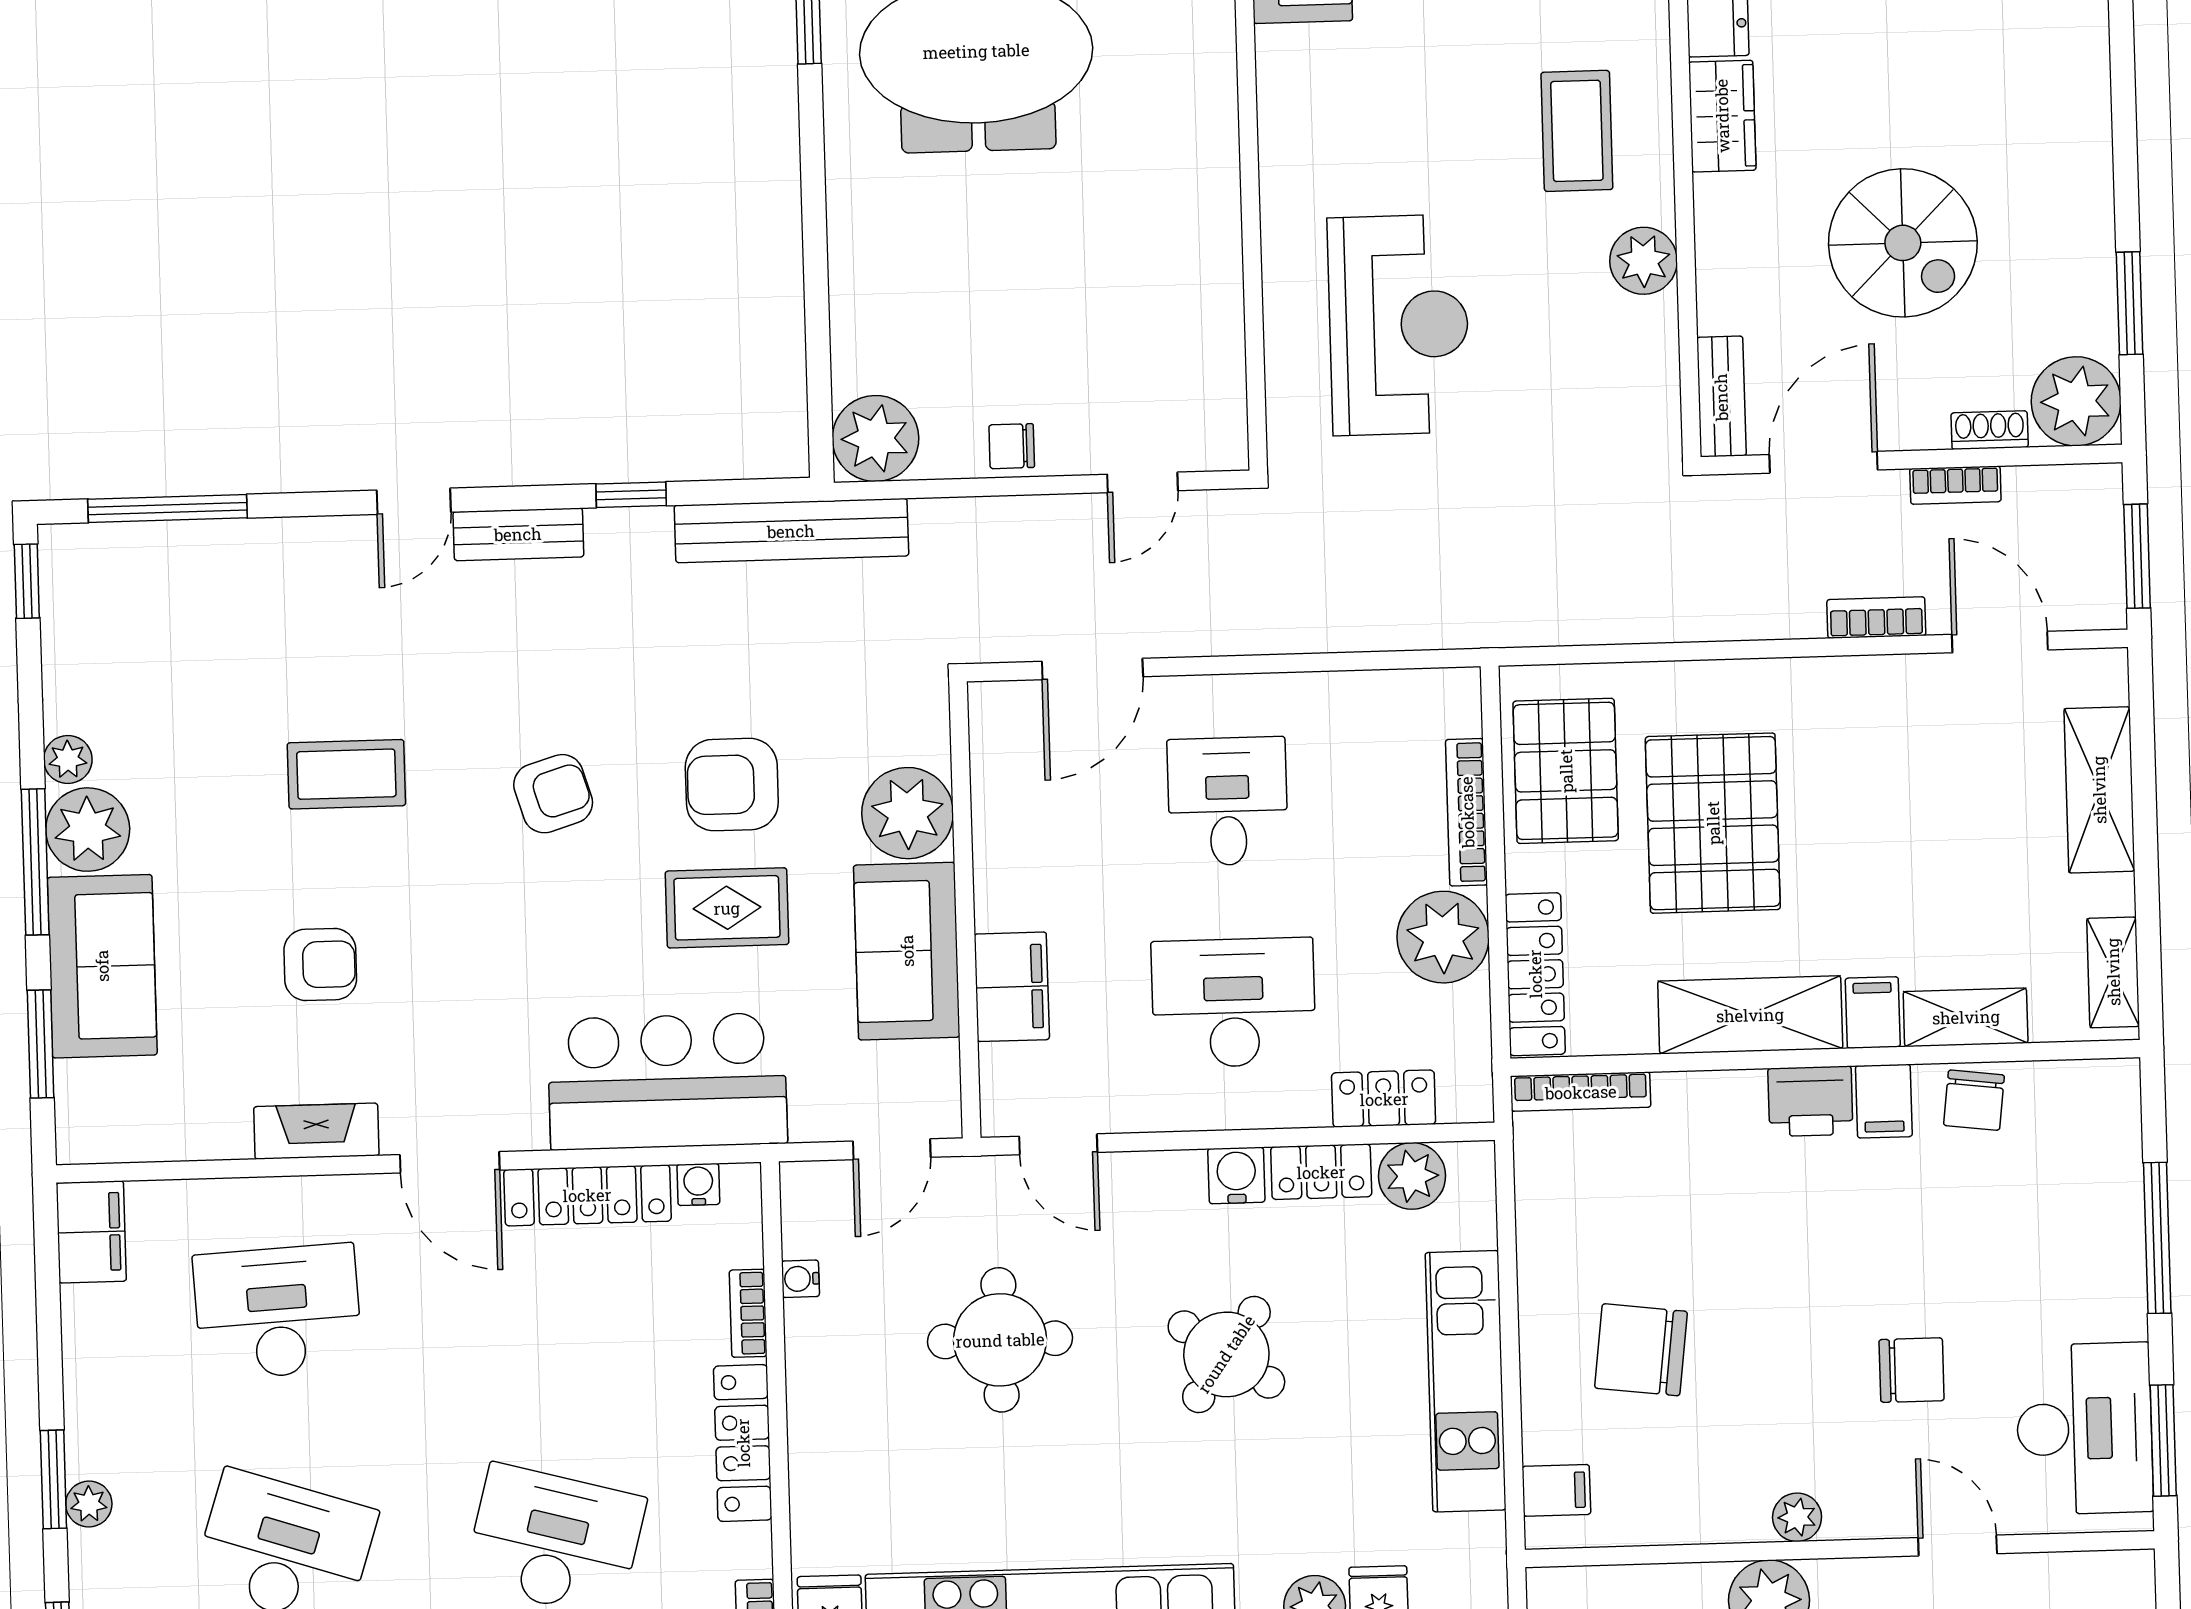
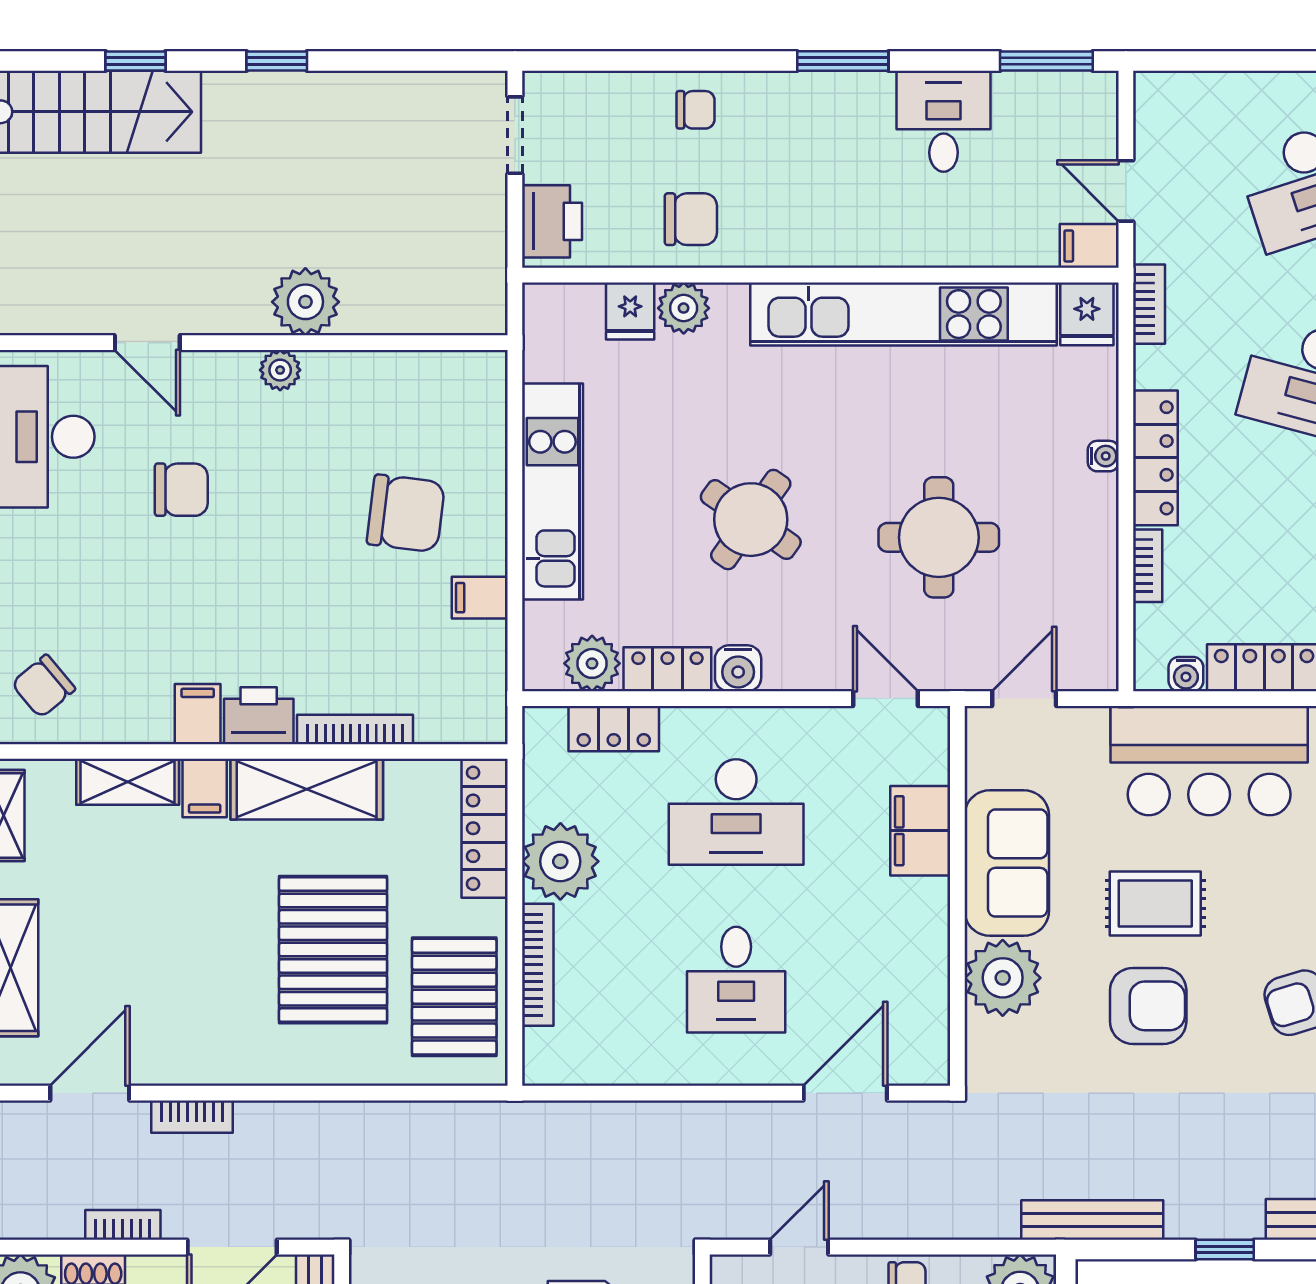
bench: (791, 531) -> (1092, 1220), width x0.73, depth x0.82
door: (2000, 642) -> (90, 1093), swing flipped
bookcase: (1581, 1092) -> (355, 729), moved
chair: (1974, 1100) -> (43, 686), moved, turned -137
water cooler: (800, 1279) -> (1103, 456), moved
chair: (1912, 1370) -> (181, 490), turned 180
filing cabinet: (1556, 1490) -> (480, 598), moved

